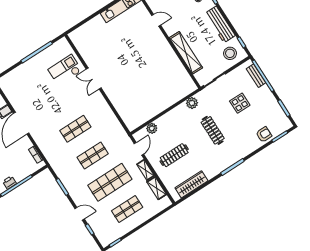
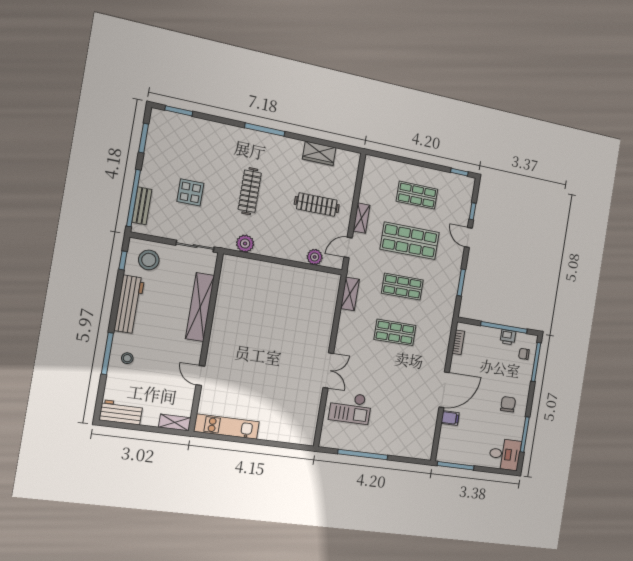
armchair: (264, 134) -> (195, 131), removed
wardrobe: (191, 184) -> (319, 153), width x0.67
shelving: (157, 188) -> (350, 294), moved

